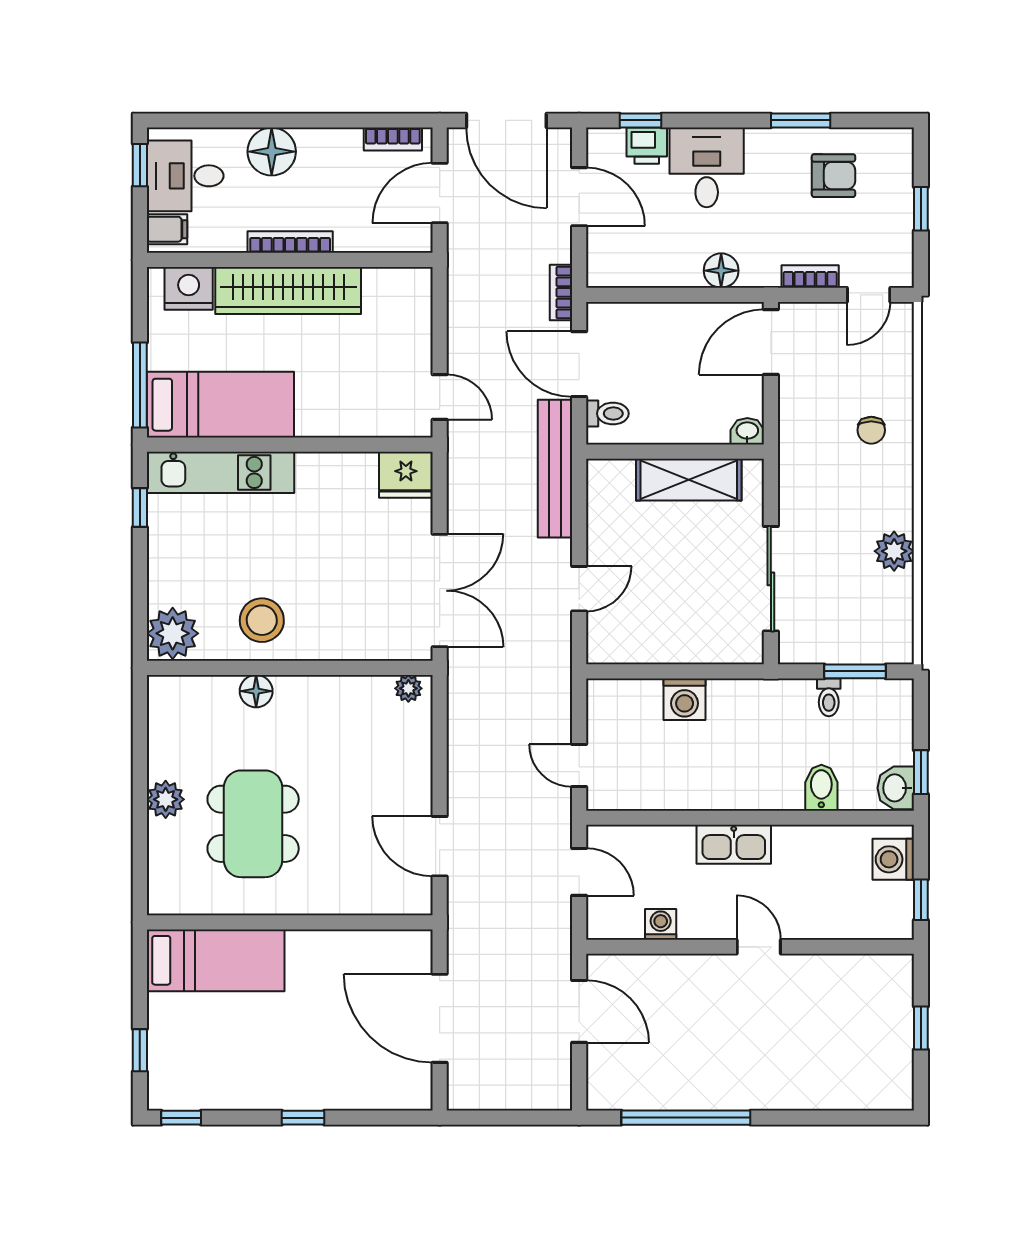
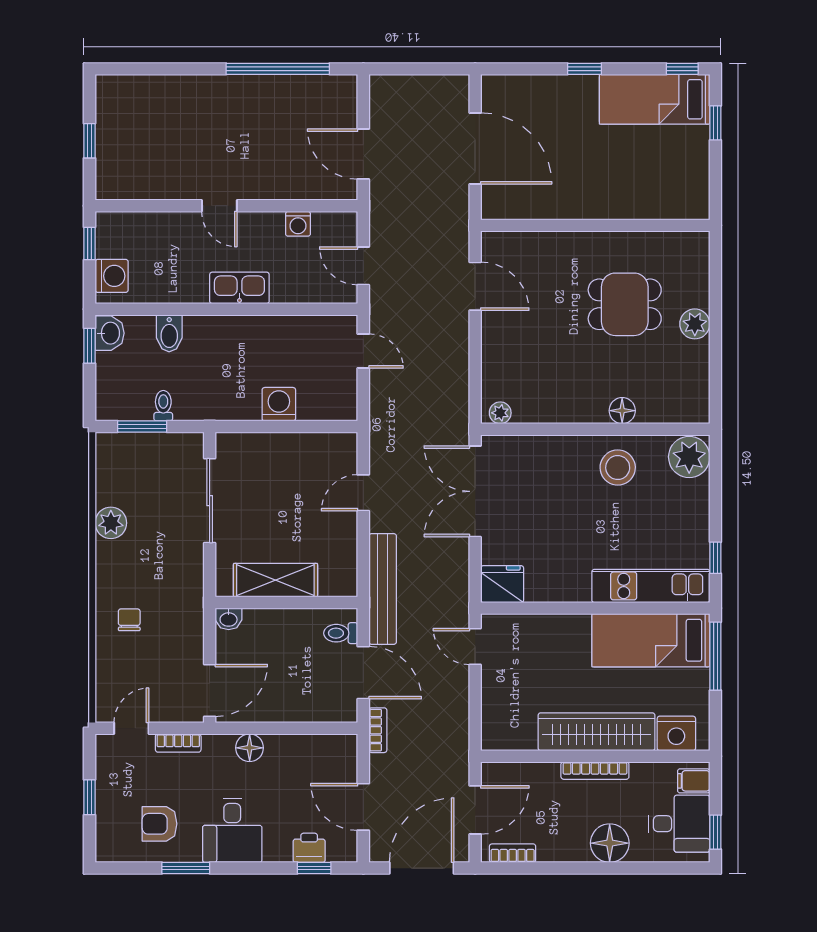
door: (506, 120) -> (422, 868), hinge flipped
desk: (707, 167) -> (232, 830), moved
dining table: (253, 824) -> (625, 304), width x0.73
bed: (216, 960) -> (655, 99), moved

